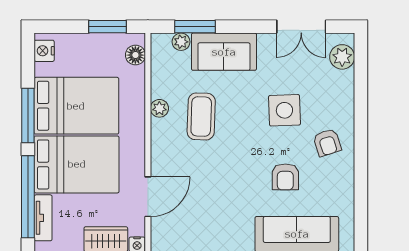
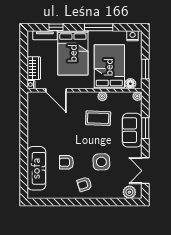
window: (195, 27) -> (145, 128), moved
plant: (181, 42) -> (137, 96), moved
bed: (76, 106) -> (109, 67), moved, turned 180
window: (28, 197) -> (56, 27), width x0.32

